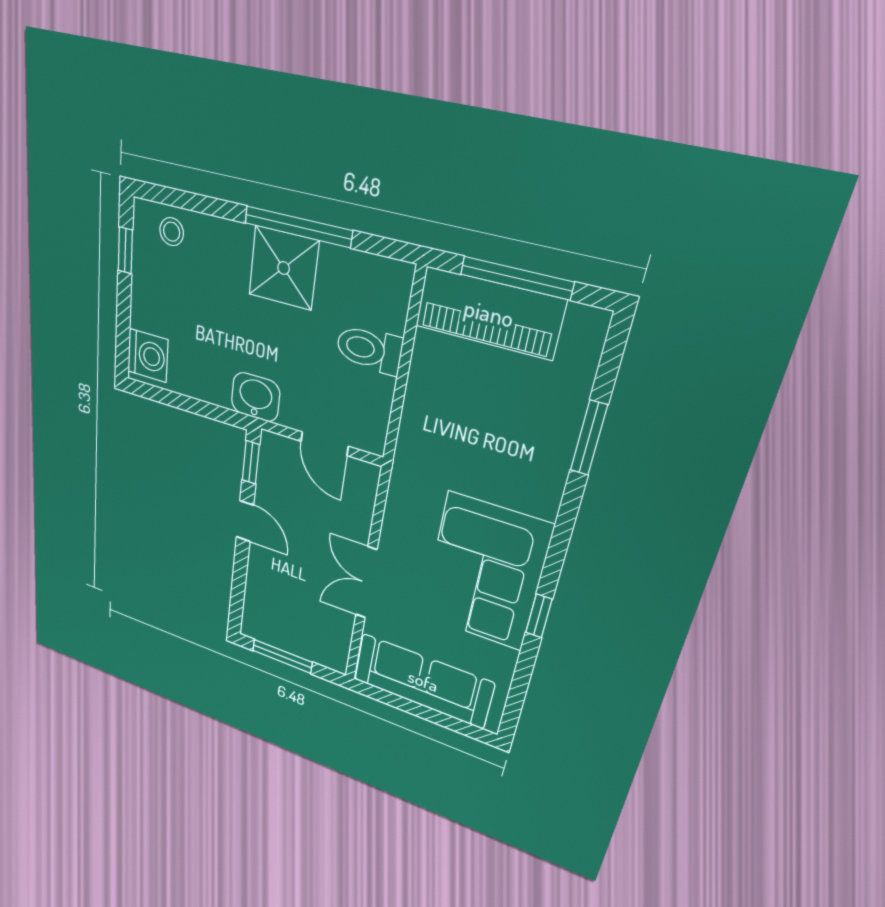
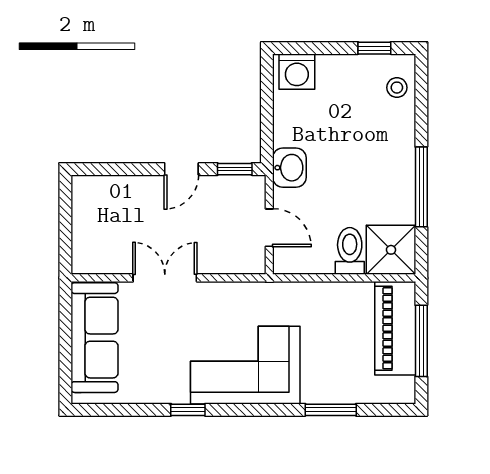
shower: (284, 268) -> (391, 250), moved
door: (324, 444) -> (269, 228), swing flipped
corner sofa: (485, 572) -> (245, 365), moved
window: (282, 656) -> (65, 216), removed

